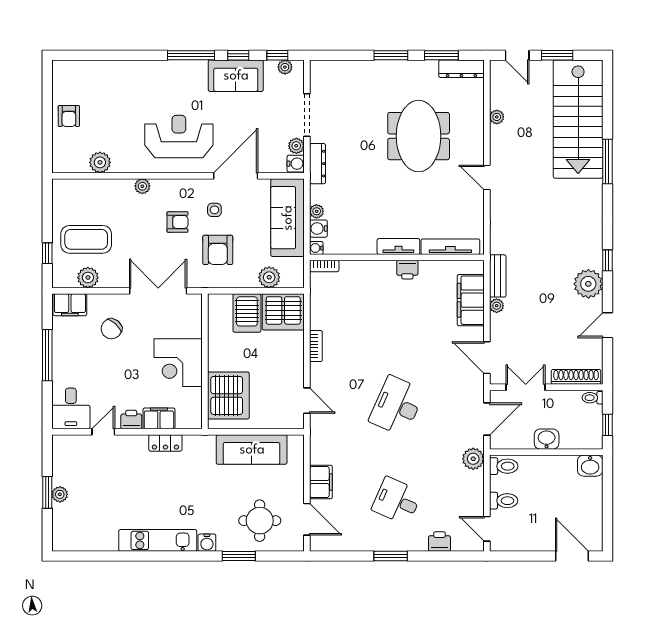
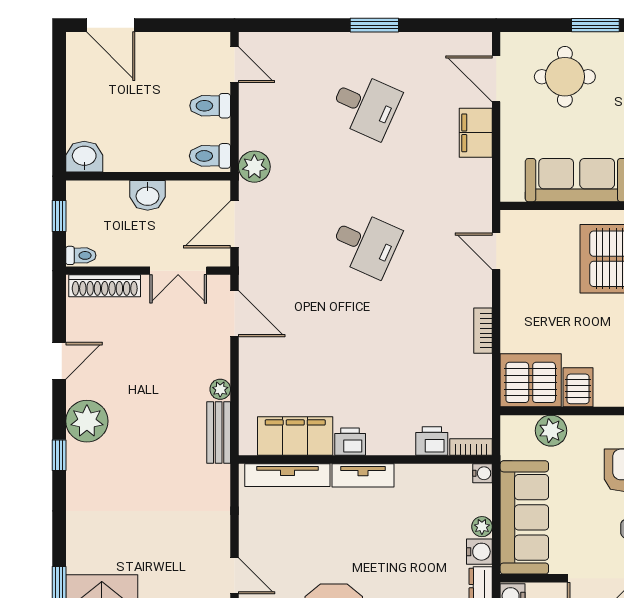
water cooler: (318, 229) -> (479, 552), moved
filing cabinet: (471, 300) -> (295, 436), moved, turned -90
server rack: (247, 313) -> (578, 387), width x0.73, depth x0.70
desk: (397, 406) -> (365, 244), width x0.73
printer: (439, 541) -> (432, 441), moved, turned 180

